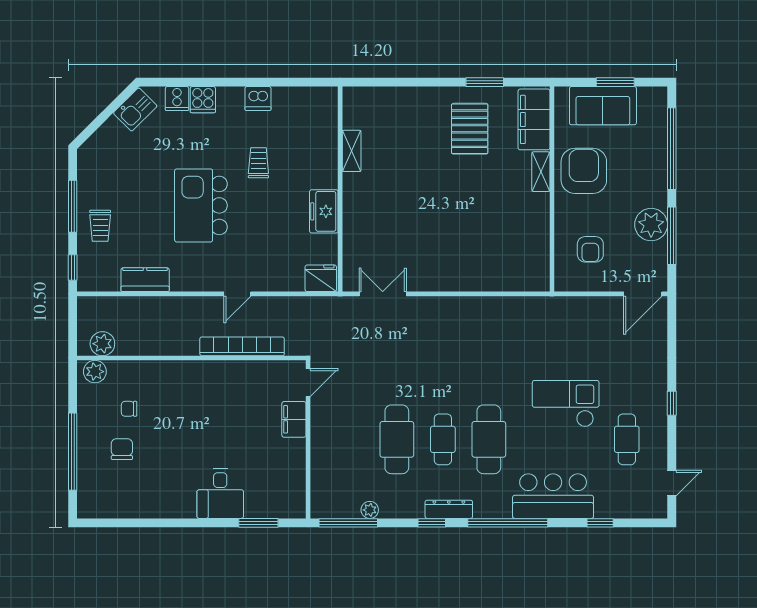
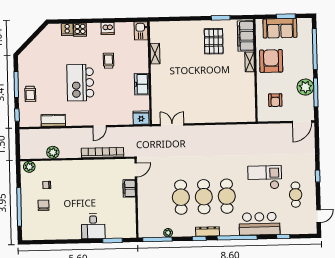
kitchen sink: (135, 110) -> (141, 31), moved, turned 135
plant: (102, 344) -> (53, 152), moved
cafe table: (443, 439) -> (204, 197), width x1.37, depth x1.35

